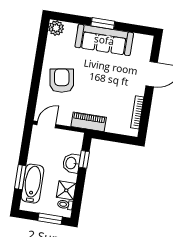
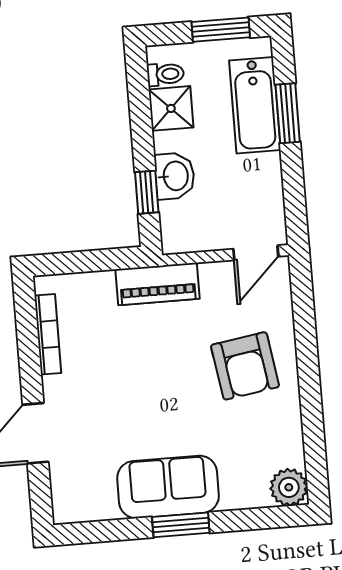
sofa: (104, 40) -> (168, 487), width x0.73
window: (50, 219) -> (221, 30), moved

